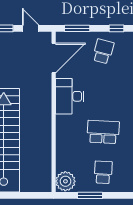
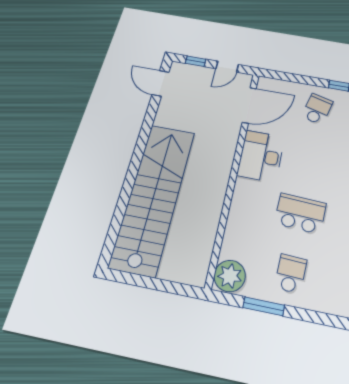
door: (31, 28) -> (227, 67), swing flipped
window: (77, 28) -> (287, 77), removed

